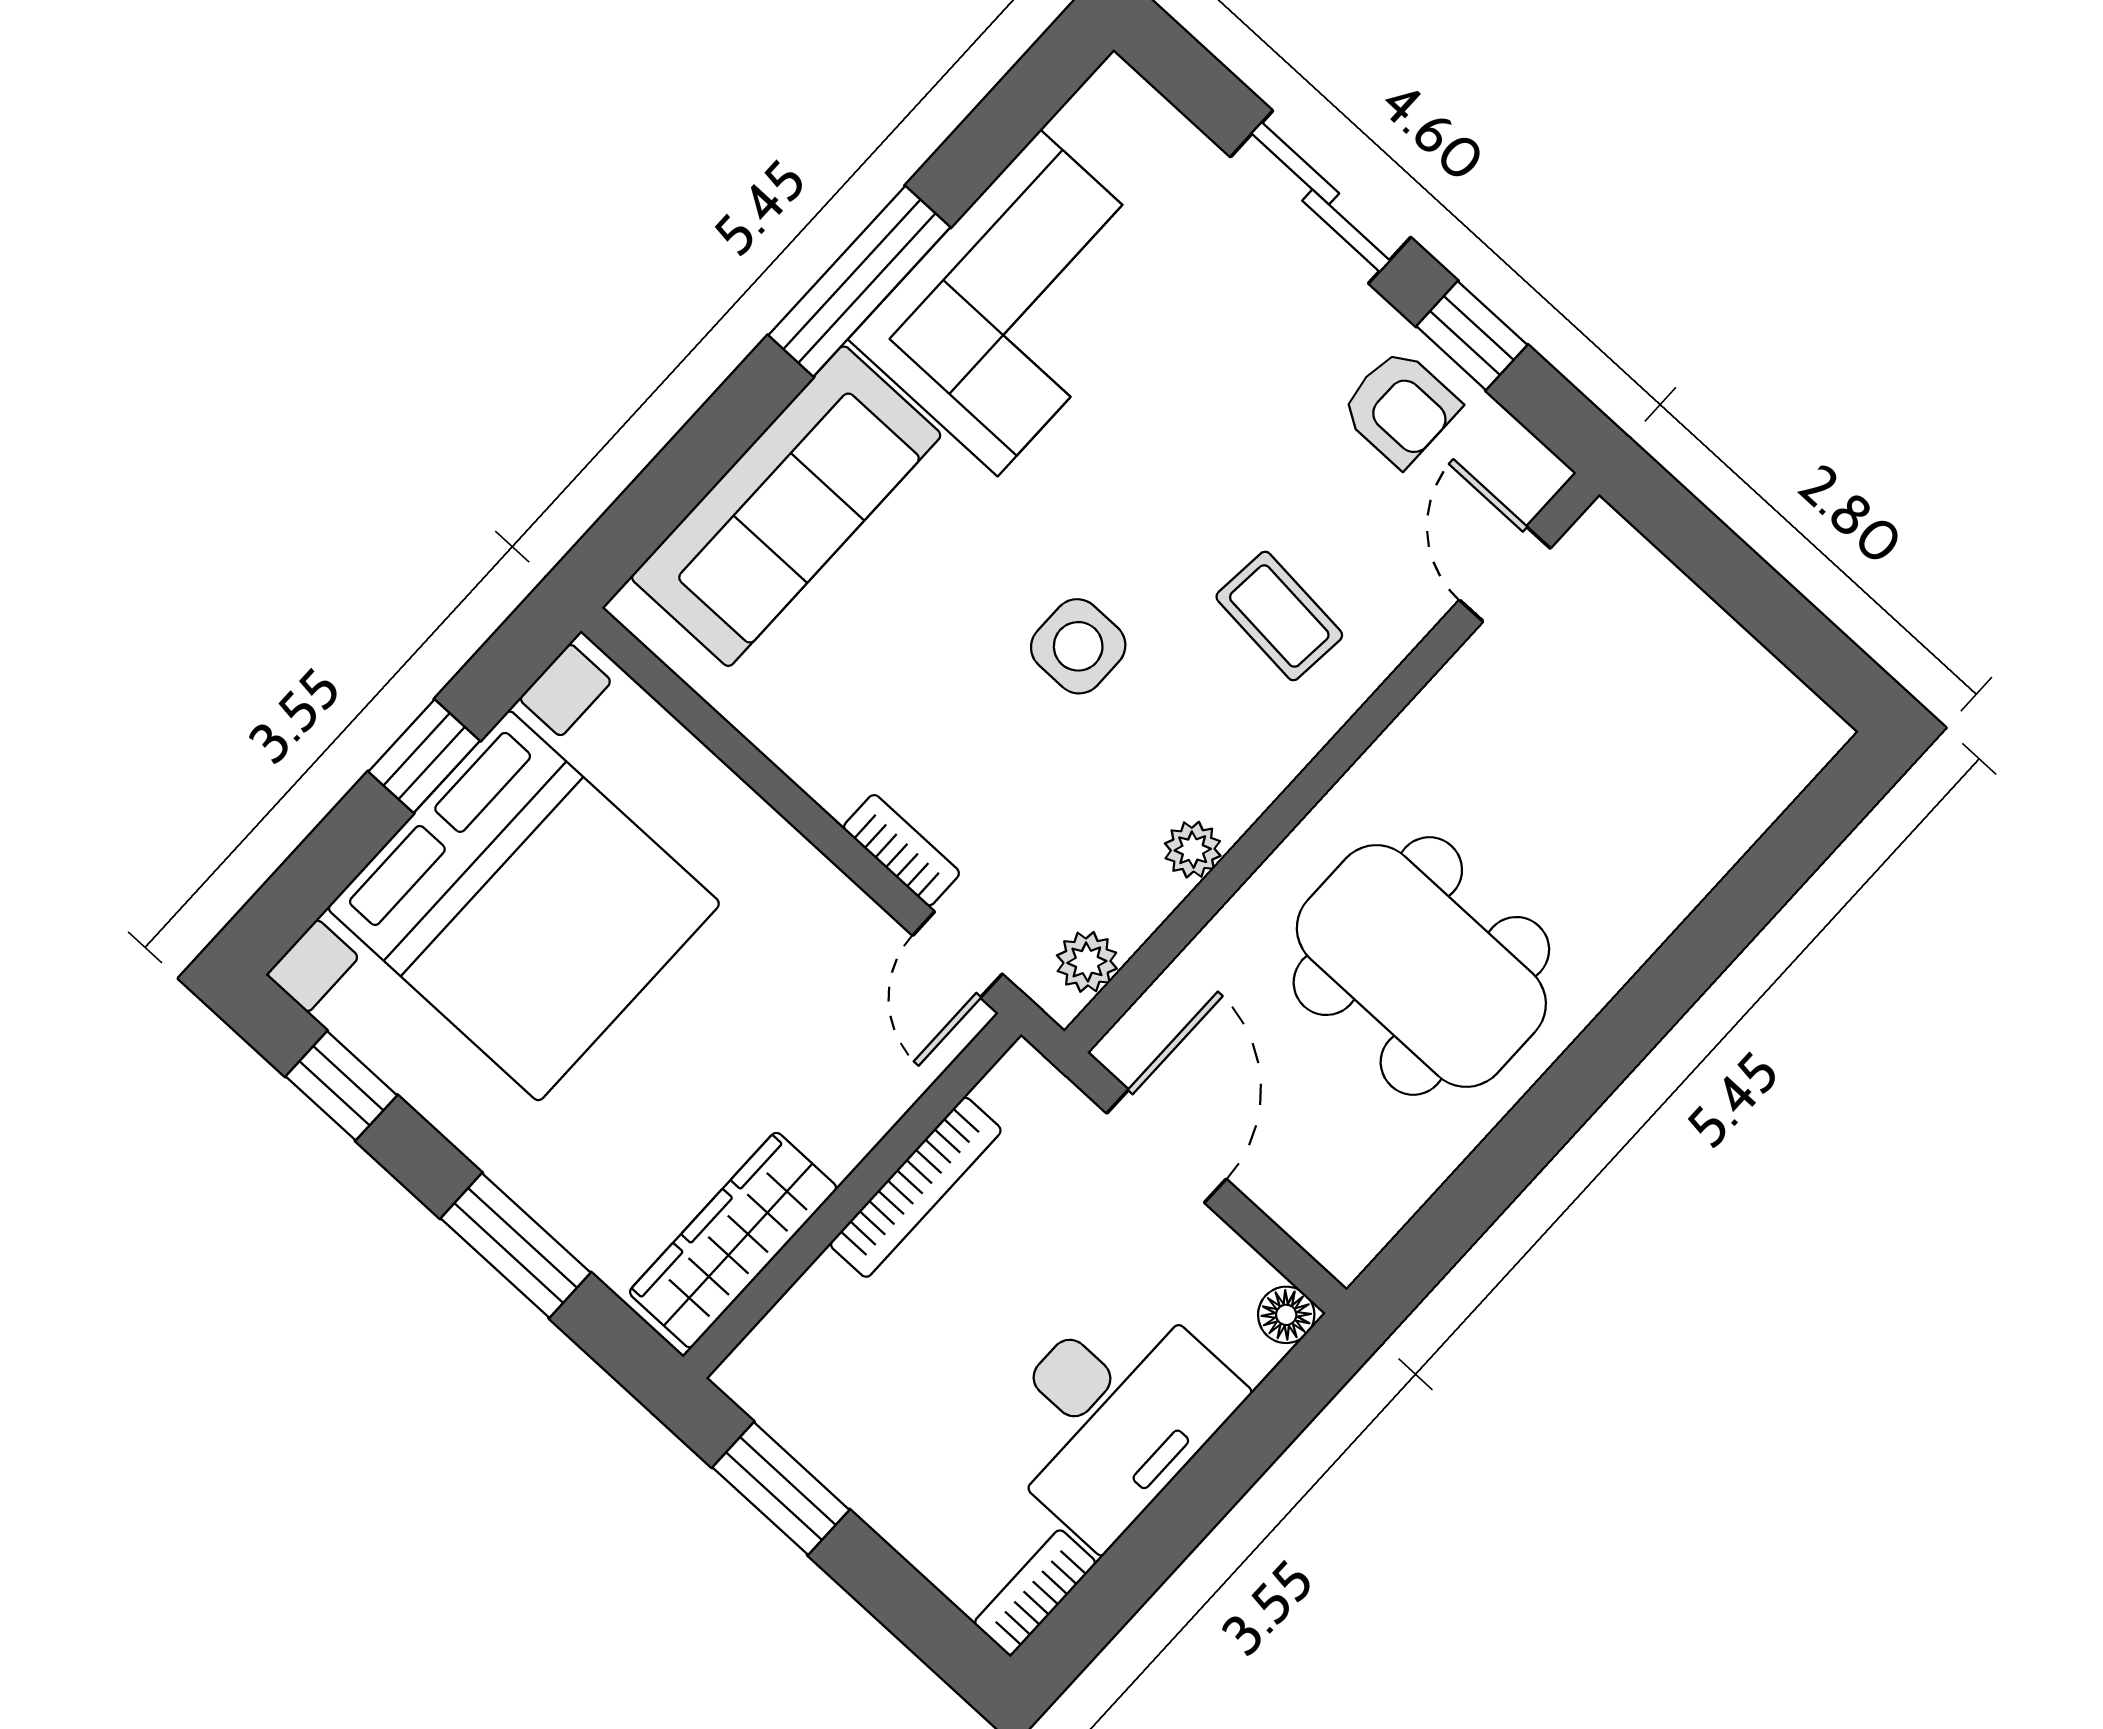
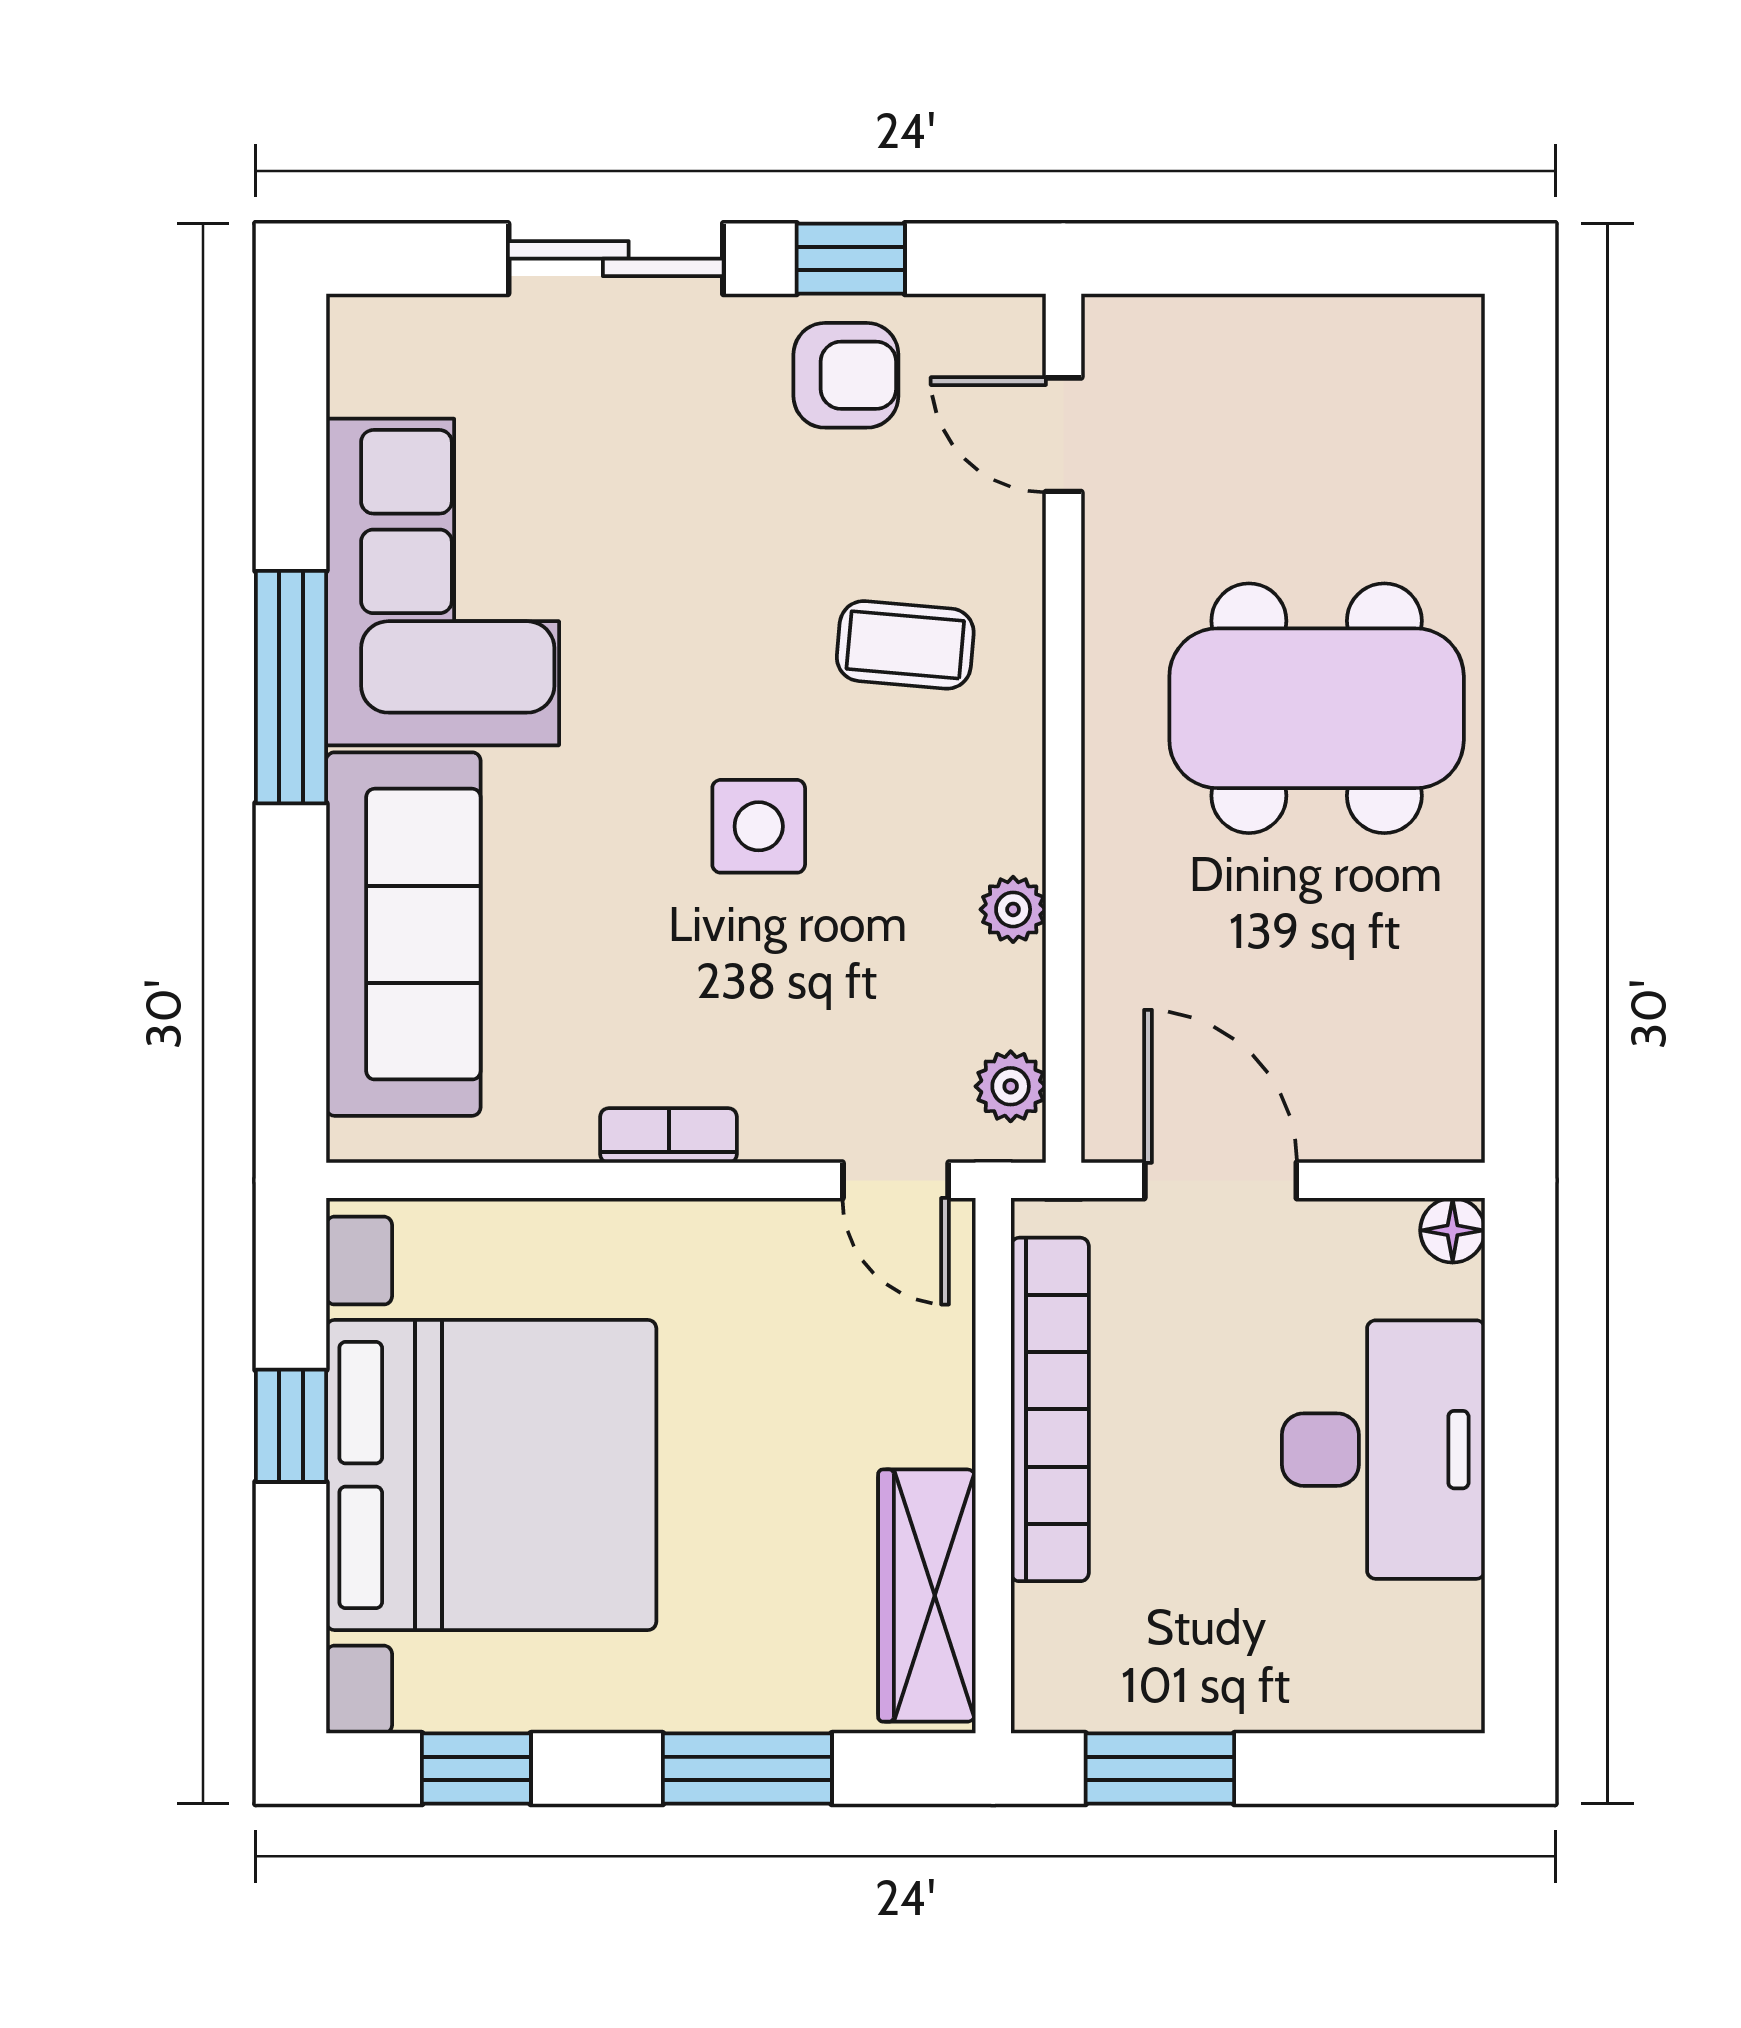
bookcase: (901, 850) -> (669, 1136), moved
dining table: (1421, 966) -> (1317, 708), moved
bookcase: (916, 1187) -> (1050, 1409), width x1.48, depth x1.31
bookcase: (1035, 1593) -> (1455, 1660), removed

